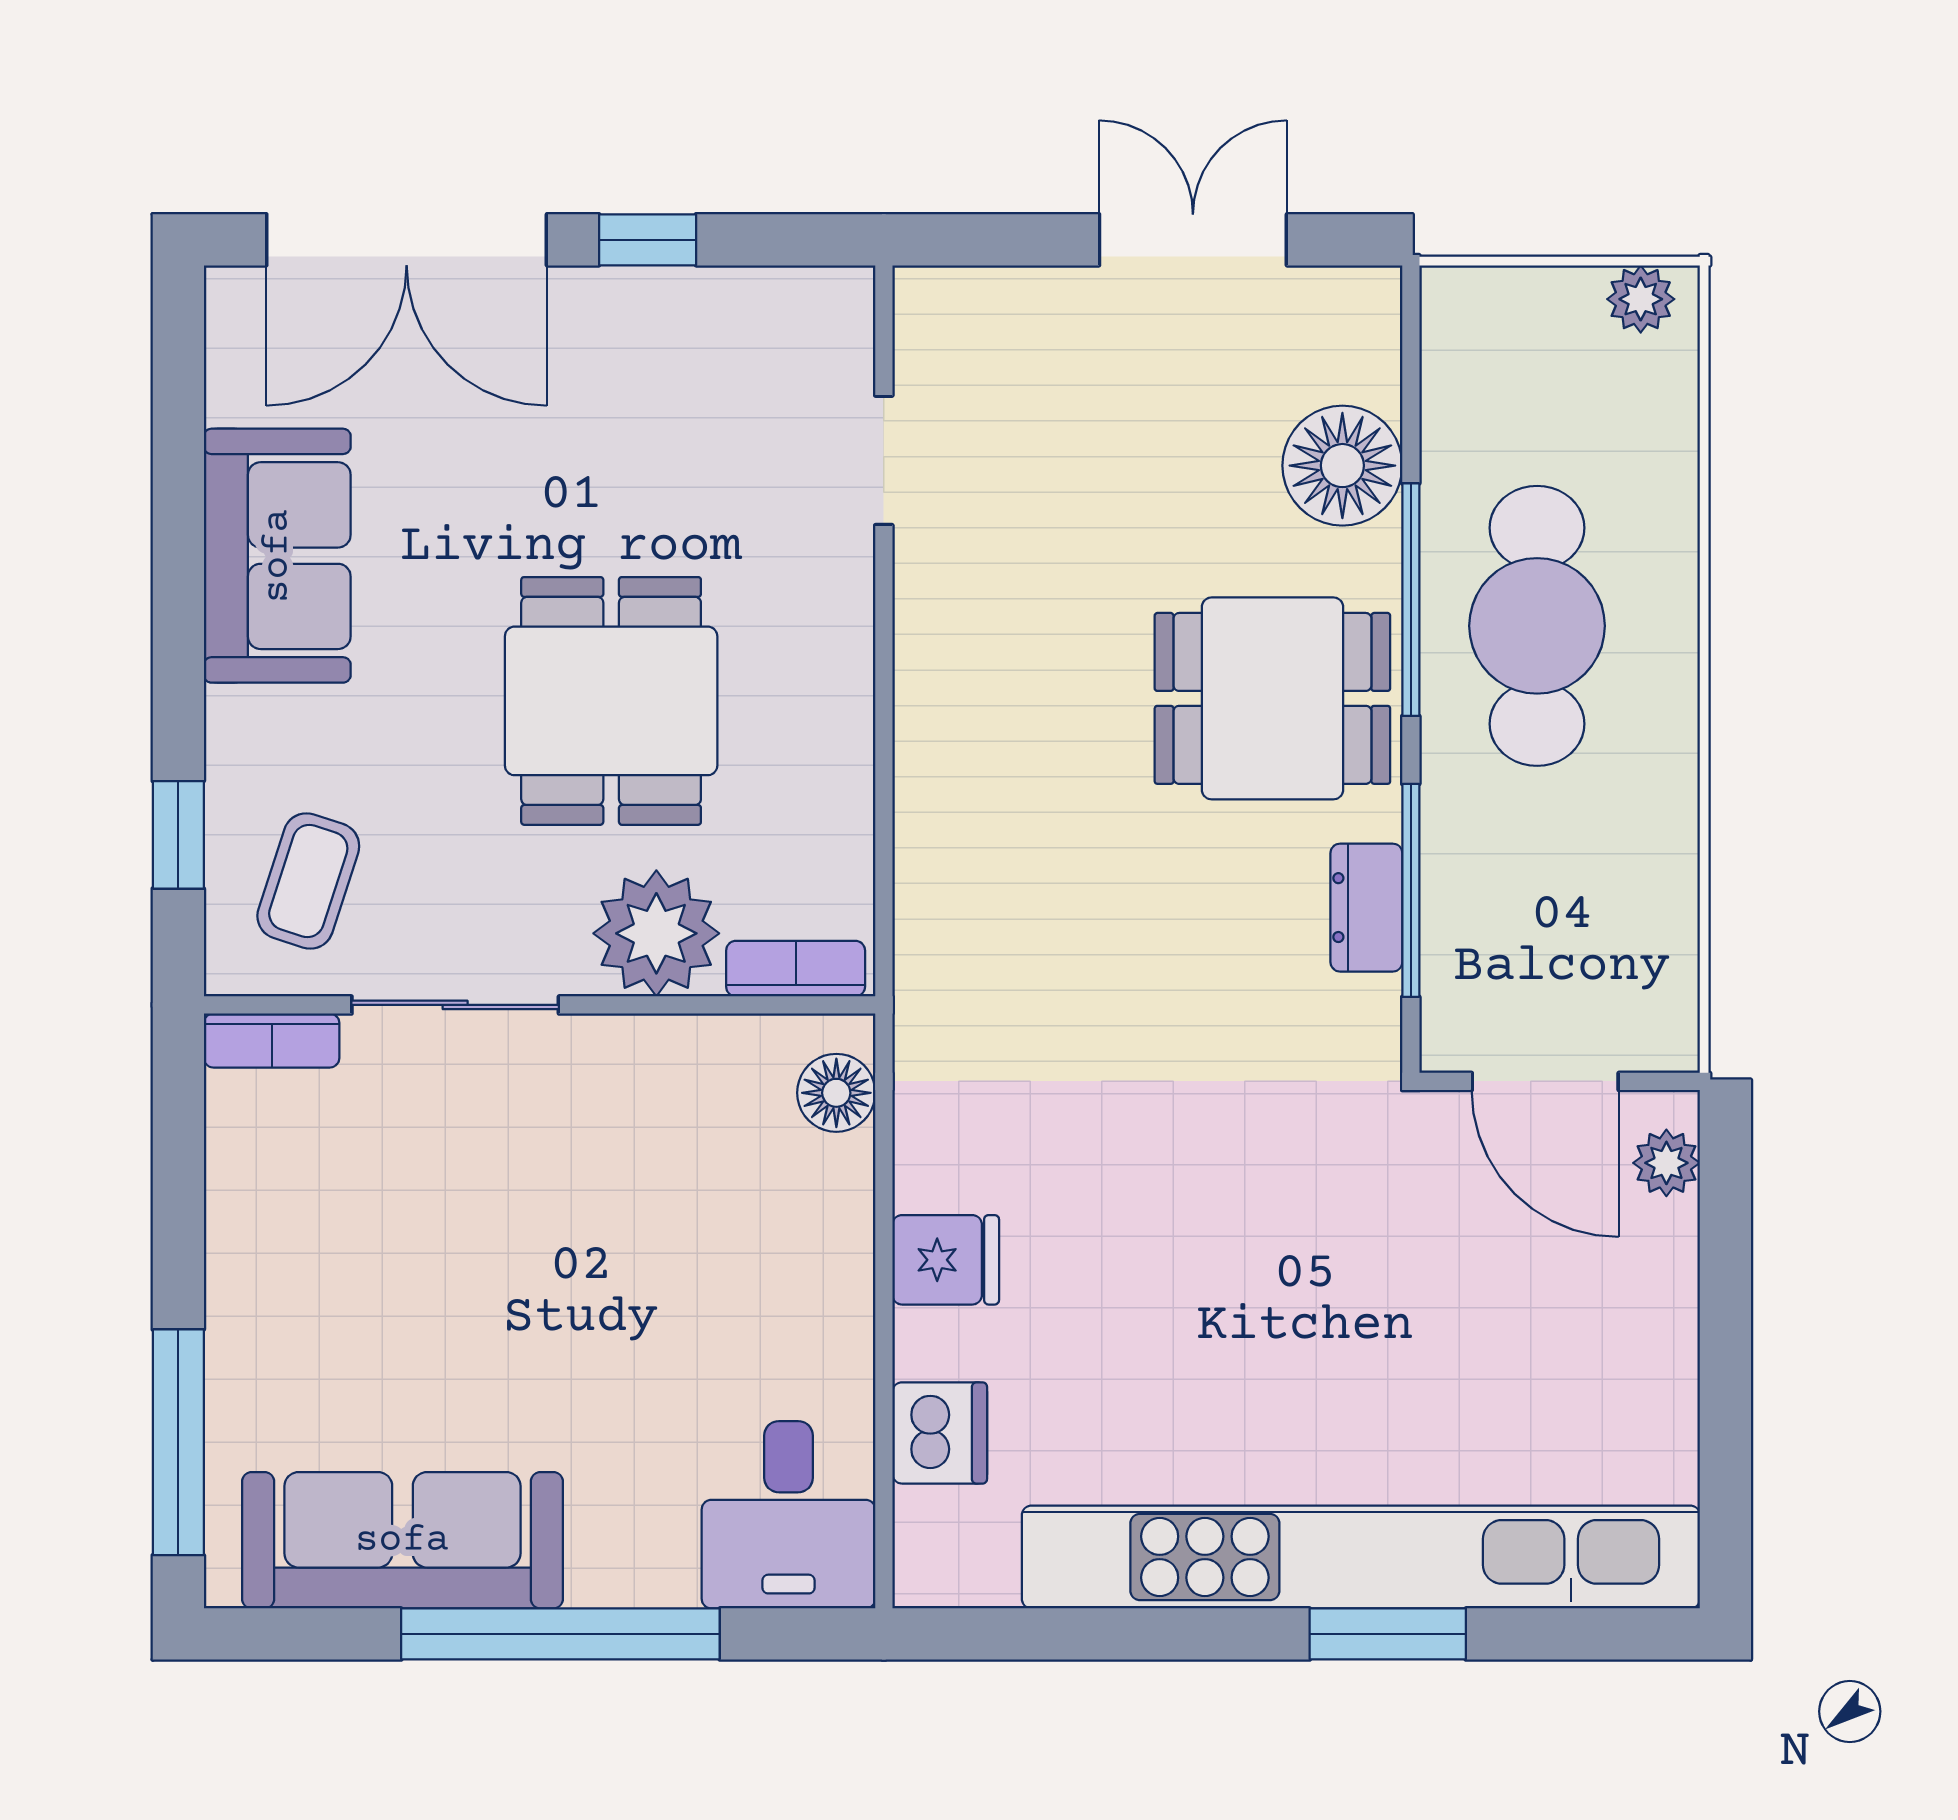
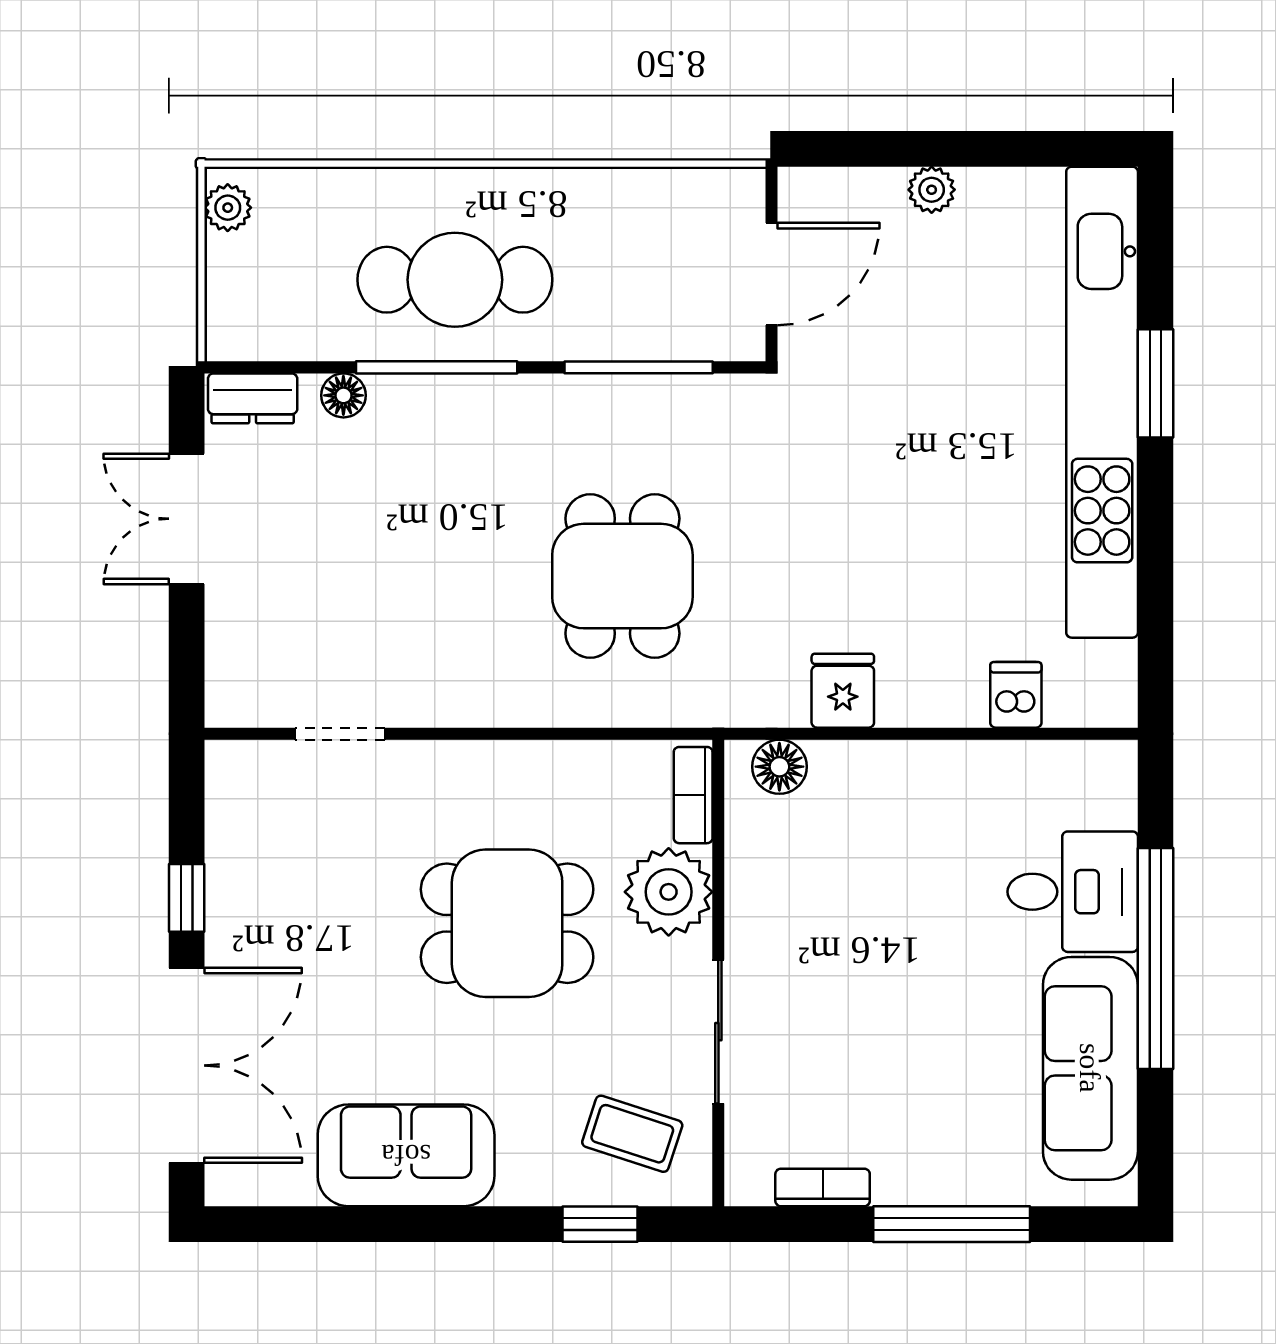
floor lamp: (1342, 466) -> (343, 395), width x0.53, depth x0.53
dining table: (1272, 698) -> (622, 576), moved
dresser: (1366, 908) -> (253, 398), moved
bookcase: (272, 1040) -> (823, 1187), moved, turned -90
plant: (1666, 1163) -> (932, 190), moved
fridge: (946, 1260) -> (843, 691), moved
dishwasher: (940, 1433) -> (1016, 695), width x0.73
window: (178, 1442) -> (952, 1224), moved
desk: (789, 1515) -> (1073, 892), moved

